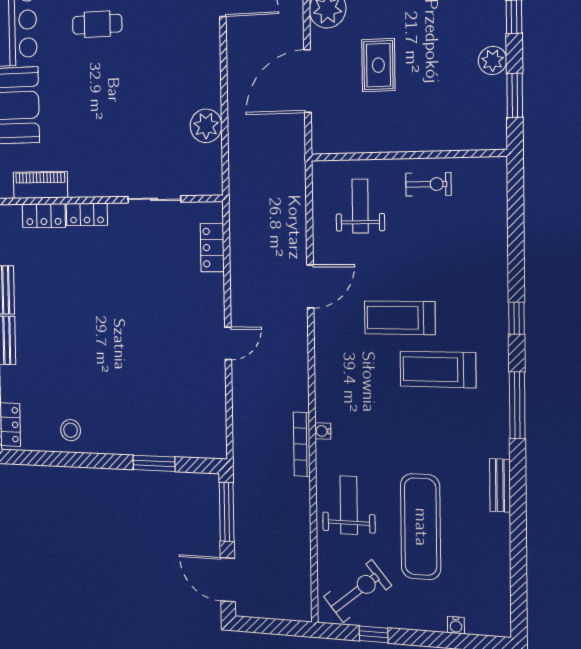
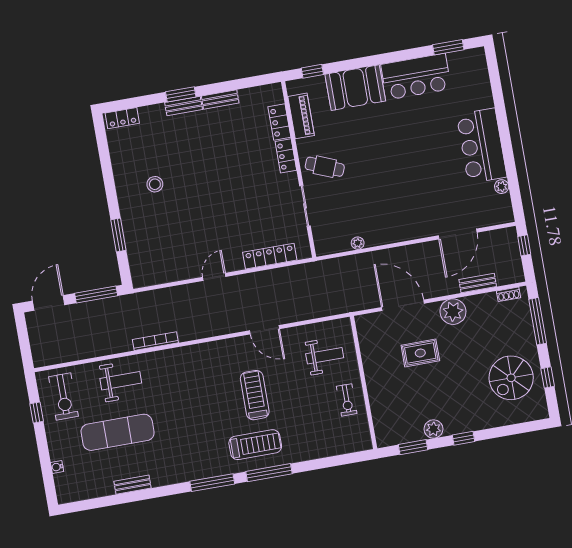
cafe table: (97, 24) -> (325, 167), moved, turned -68
plant: (206, 126) -> (358, 243), width x0.53, depth x0.53
locker: (212, 248) -> (270, 256), width x1.53
window: (516, 318) -> (269, 473), width x2.17
door: (228, 343) -> (214, 277), swing flipped
treadmill: (438, 369) -> (255, 445), moved, turned 90
stool: (71, 430) -> (155, 184), moved
water cooler: (323, 431) -> (168, 355), removed
bench: (500, 485) -> (133, 485), moved
exercise bike: (358, 591) -> (63, 396), turned 39

